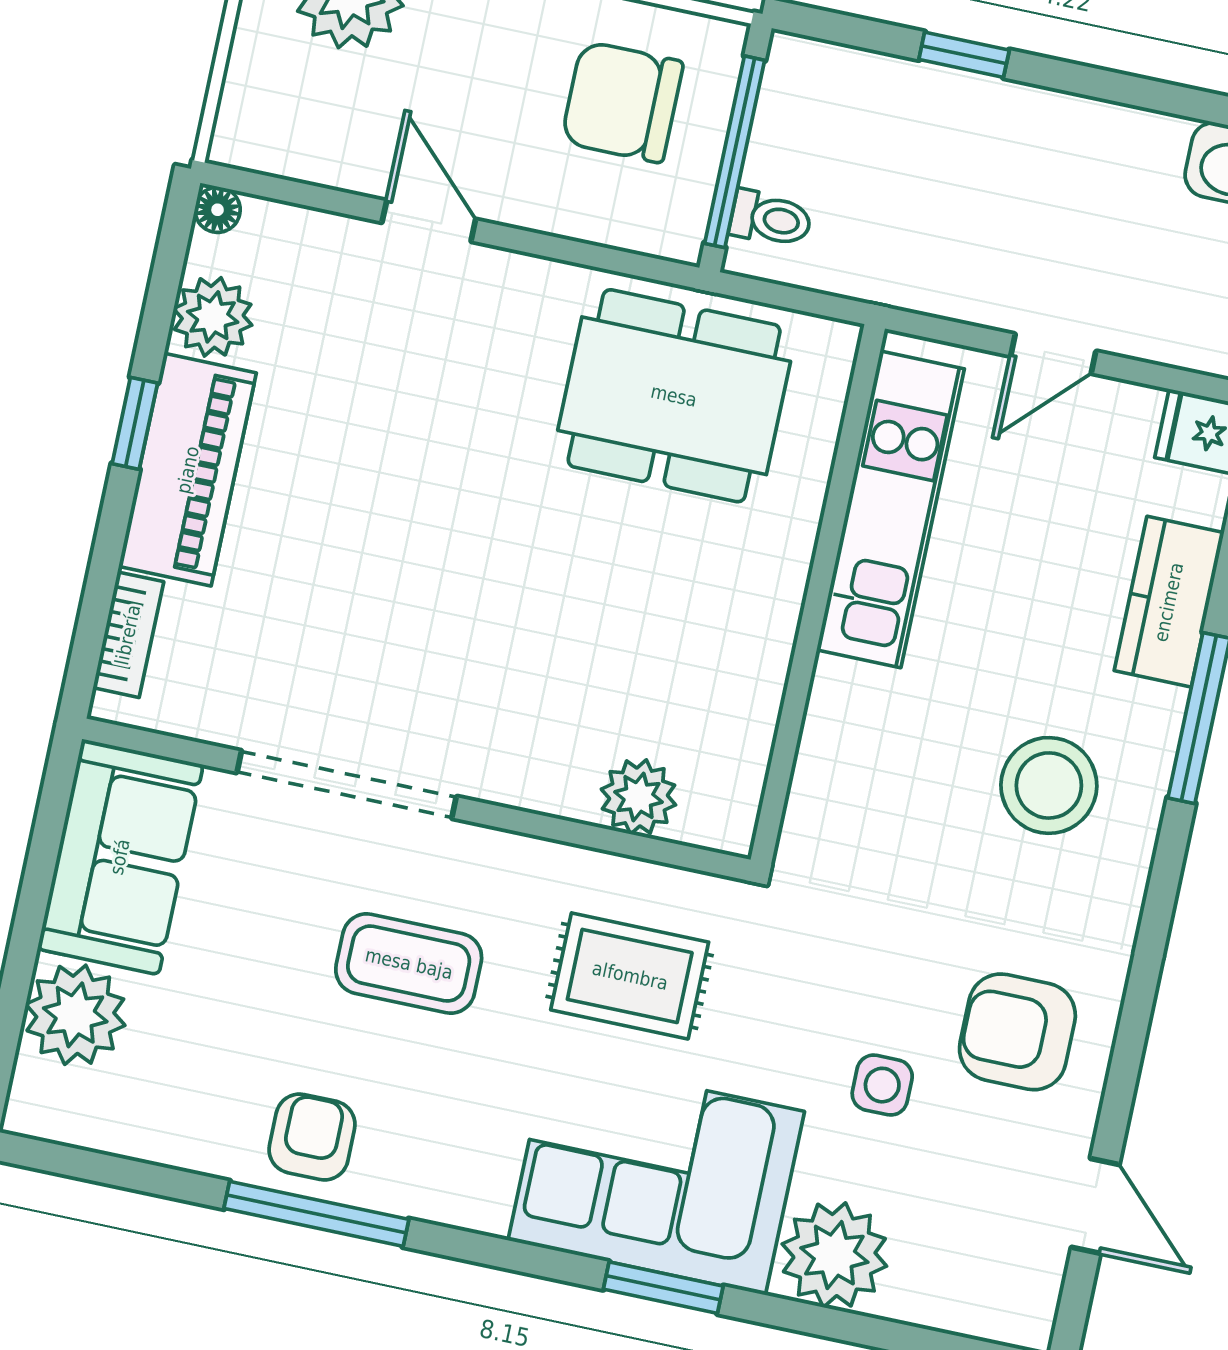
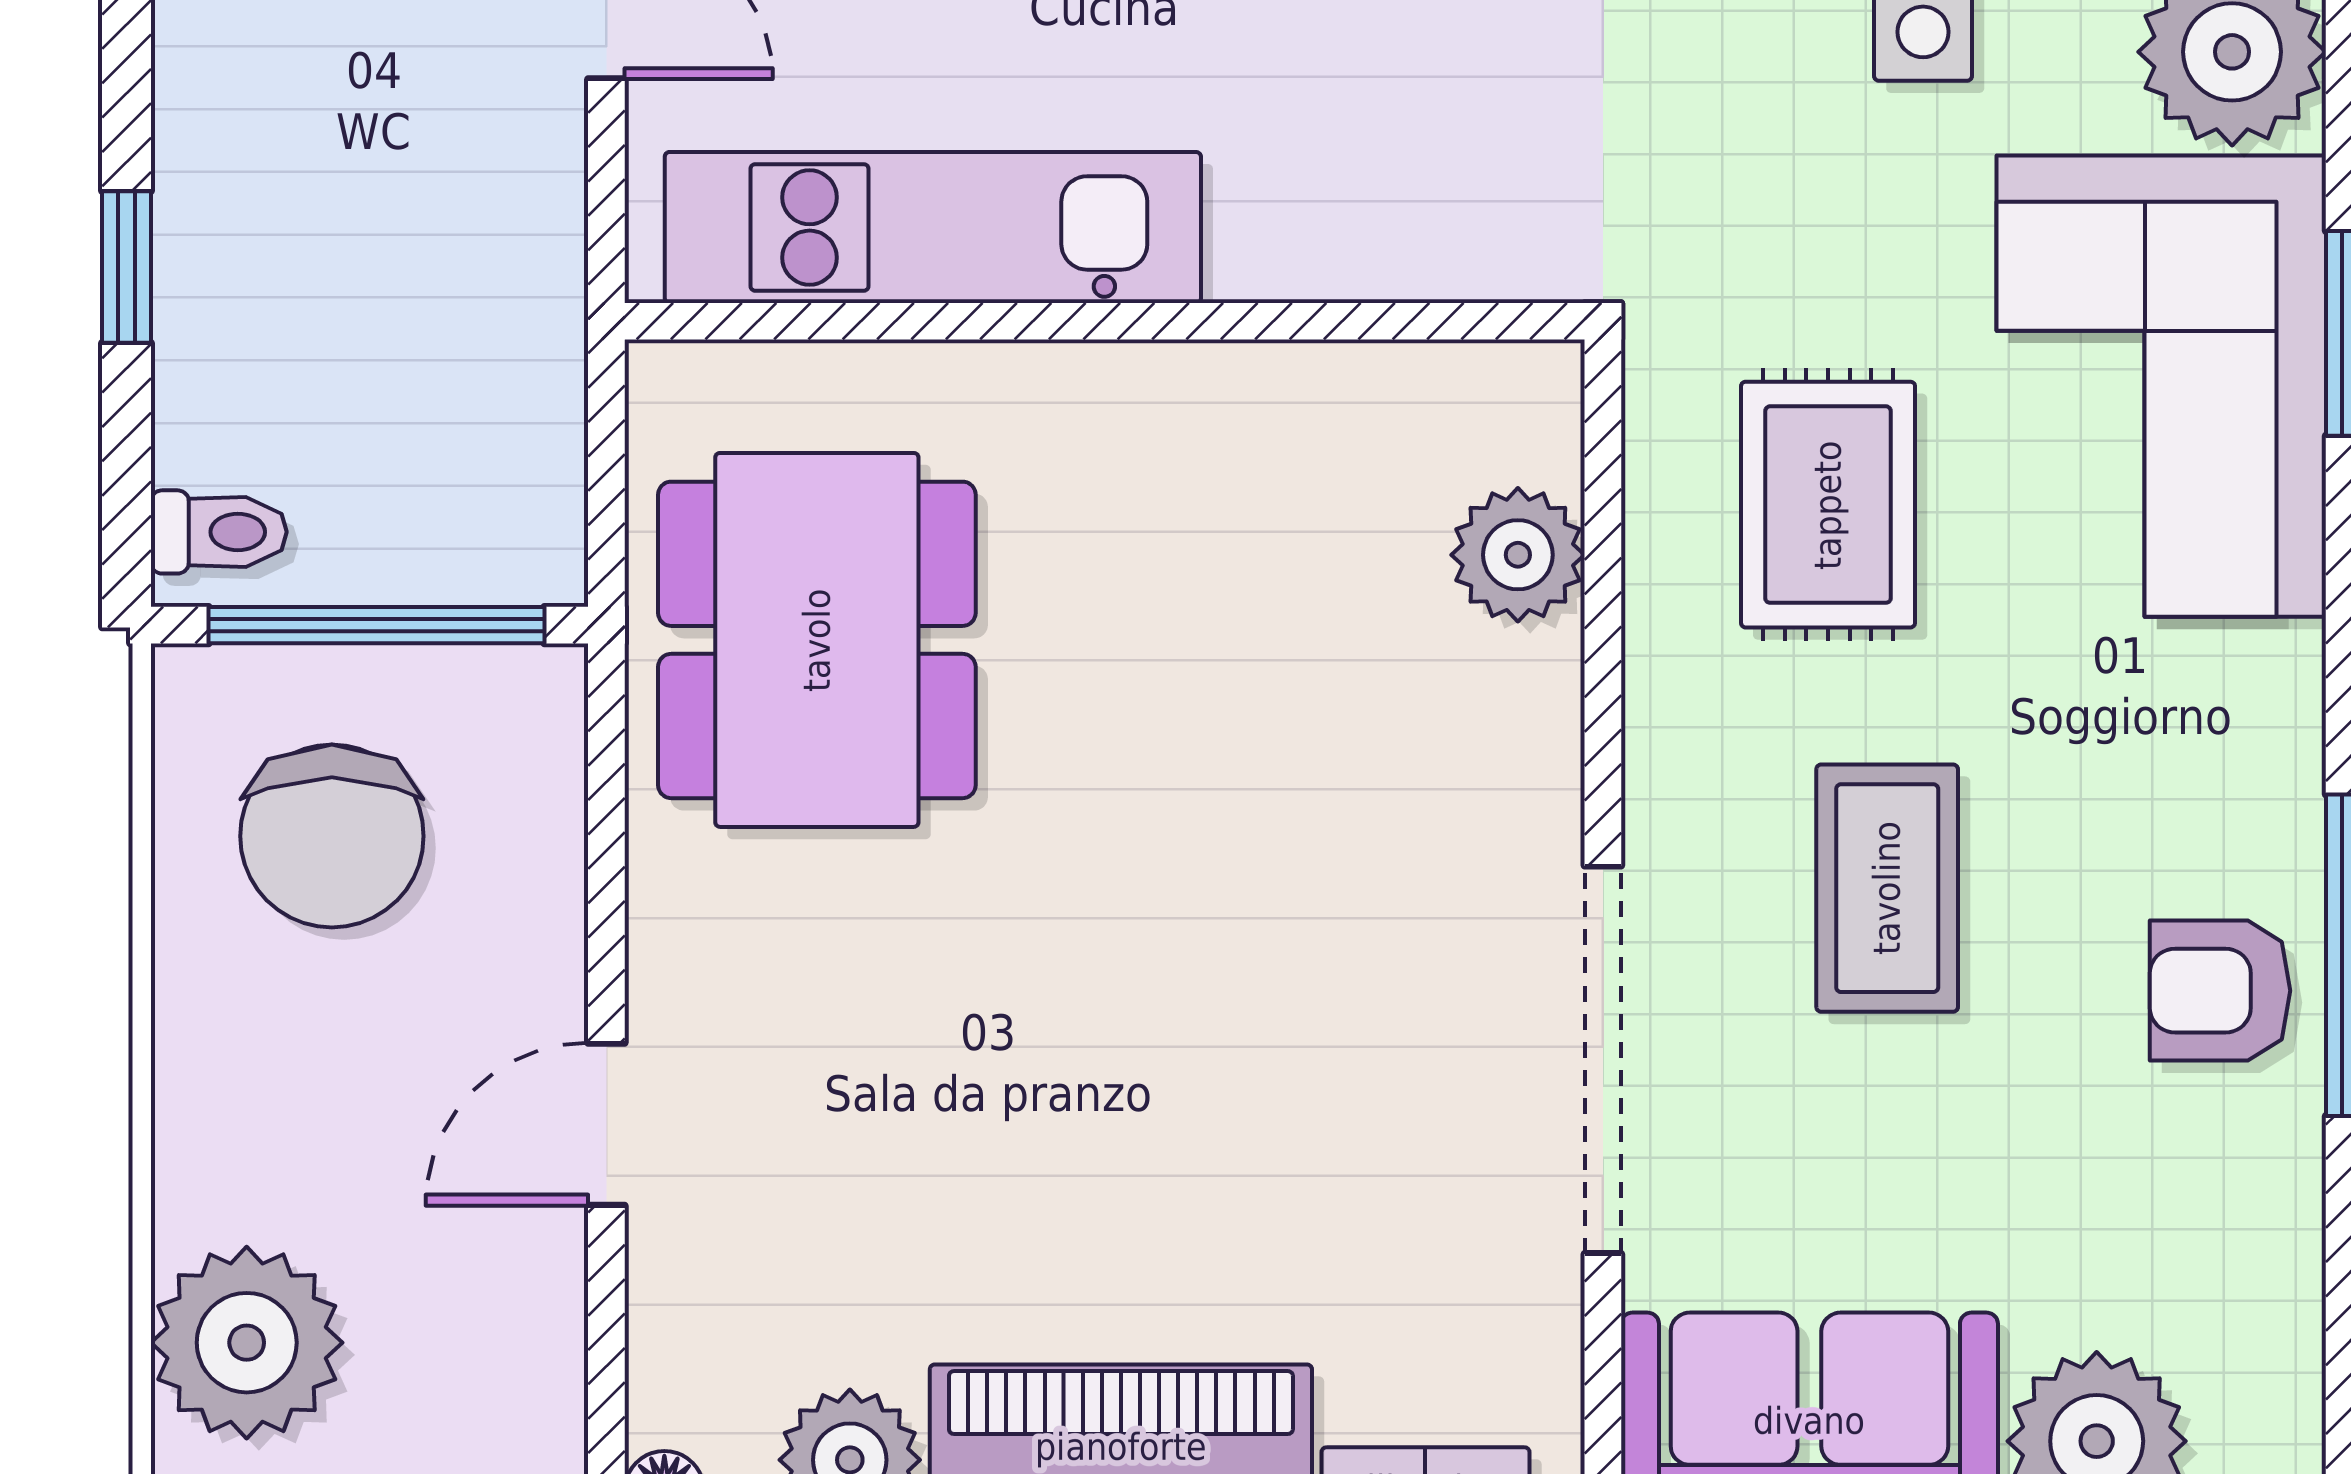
toilet: (771, 219) -> (219, 532), moved, turned 90

